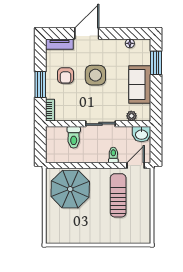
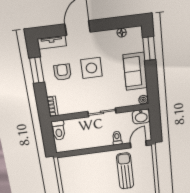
armchair: (66, 76) -> (62, 72), turned 180
window: (40, 85) -> (37, 70), moved
plant: (131, 116) -> (143, 100), moved
toilet: (74, 137) -> (58, 130), moved
parasol: (70, 189) -> (82, 172), removed

